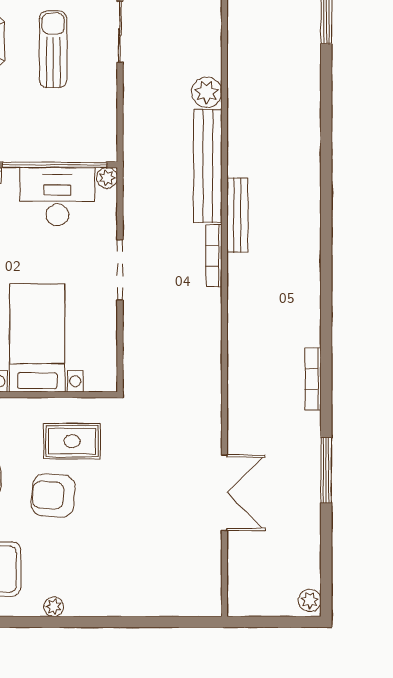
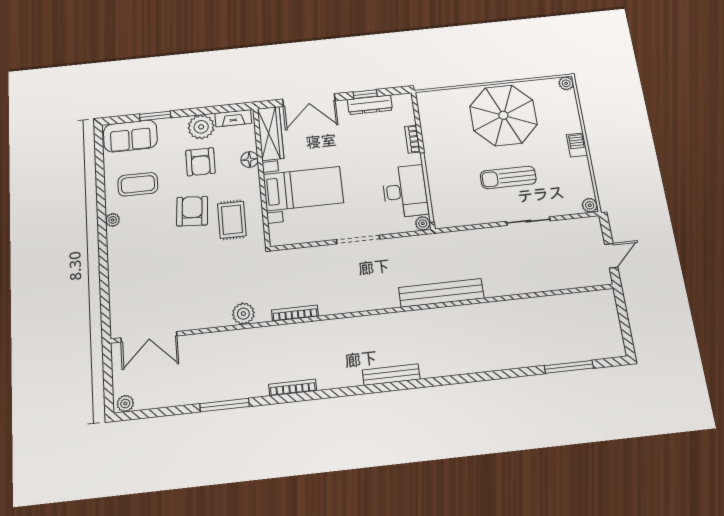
sun lounger: (53, 49) -> (508, 177), turned 180
plant: (207, 92) -> (243, 314), moved
bench: (237, 215) -> (391, 375), moved
bookcase: (214, 256) -> (295, 313), moved
double door: (224, 493) -> (149, 337), moved

